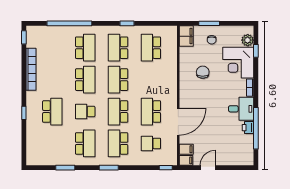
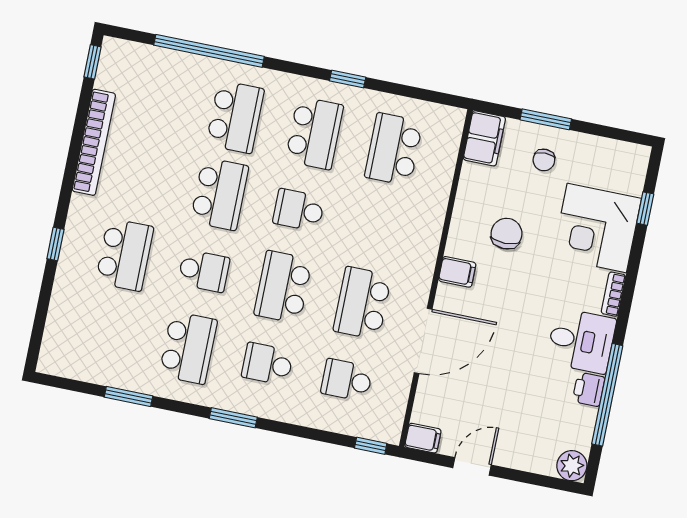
plant: (248, 40) -> (572, 466), moved
school desk: (118, 48) -> (314, 133), turned 180
school desk: (118, 80) -> (299, 210), width x0.54
school desk: (85, 112) -> (204, 271), turned 180
school desk: (118, 143) -> (267, 364), width x0.54
filing cabinet: (186, 149) -> (457, 272), moved

